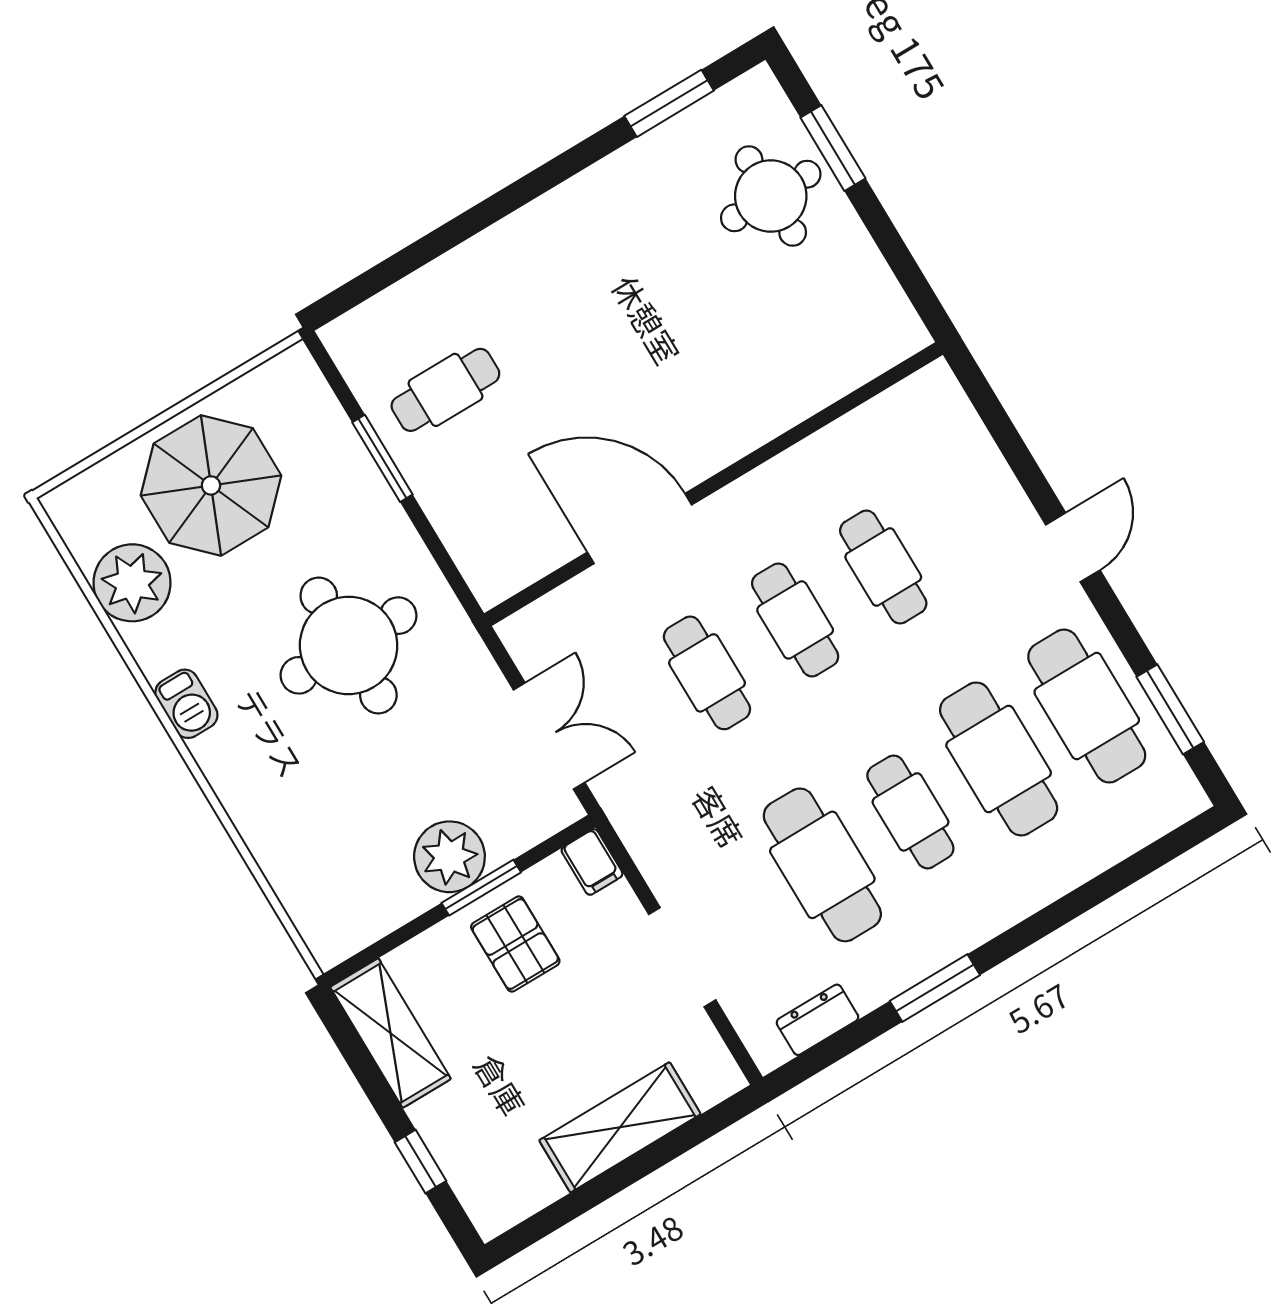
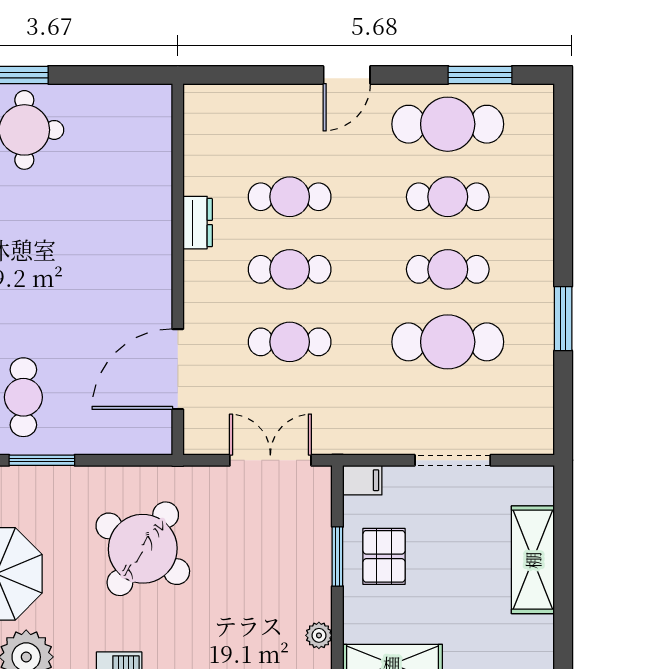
door: (639, 529) -> (178, 369), moved
door: (1073, 547) -> (347, 75), swing flipped
round table: (349, 645) -> (143, 549), turned 34
cafe table: (999, 759) -> (448, 197), width x0.73, depth x0.74
plant: (449, 857) -> (319, 635), moved, width x0.53, depth x0.53
pallet: (515, 944) -> (384, 556), turned 90
dresser: (817, 1020) -> (198, 223), moved, turned 180

